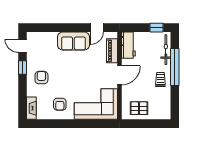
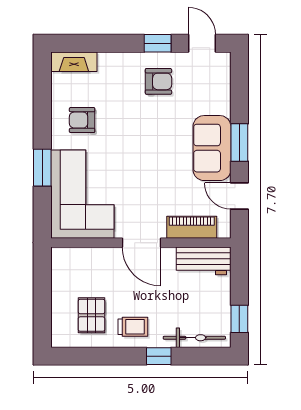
window: (71, 28) -> (239, 142), added
door: (22, 46) -> (202, 43), hinge flipped
window: (175, 67) -> (159, 356), width x0.32
armchair: (41, 78) -> (158, 81), moved
pallet: (139, 108) -> (91, 315), moved
window: (83, 124) -> (42, 168), added

